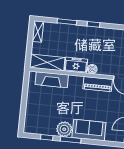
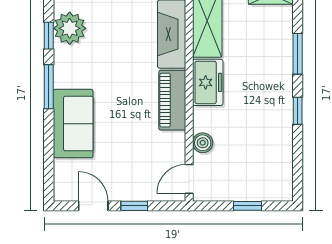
boiler: (92, 69) -> (203, 143), moved
piano: (98, 84) -> (172, 100), moved
plant: (64, 129) -> (70, 28), moved

